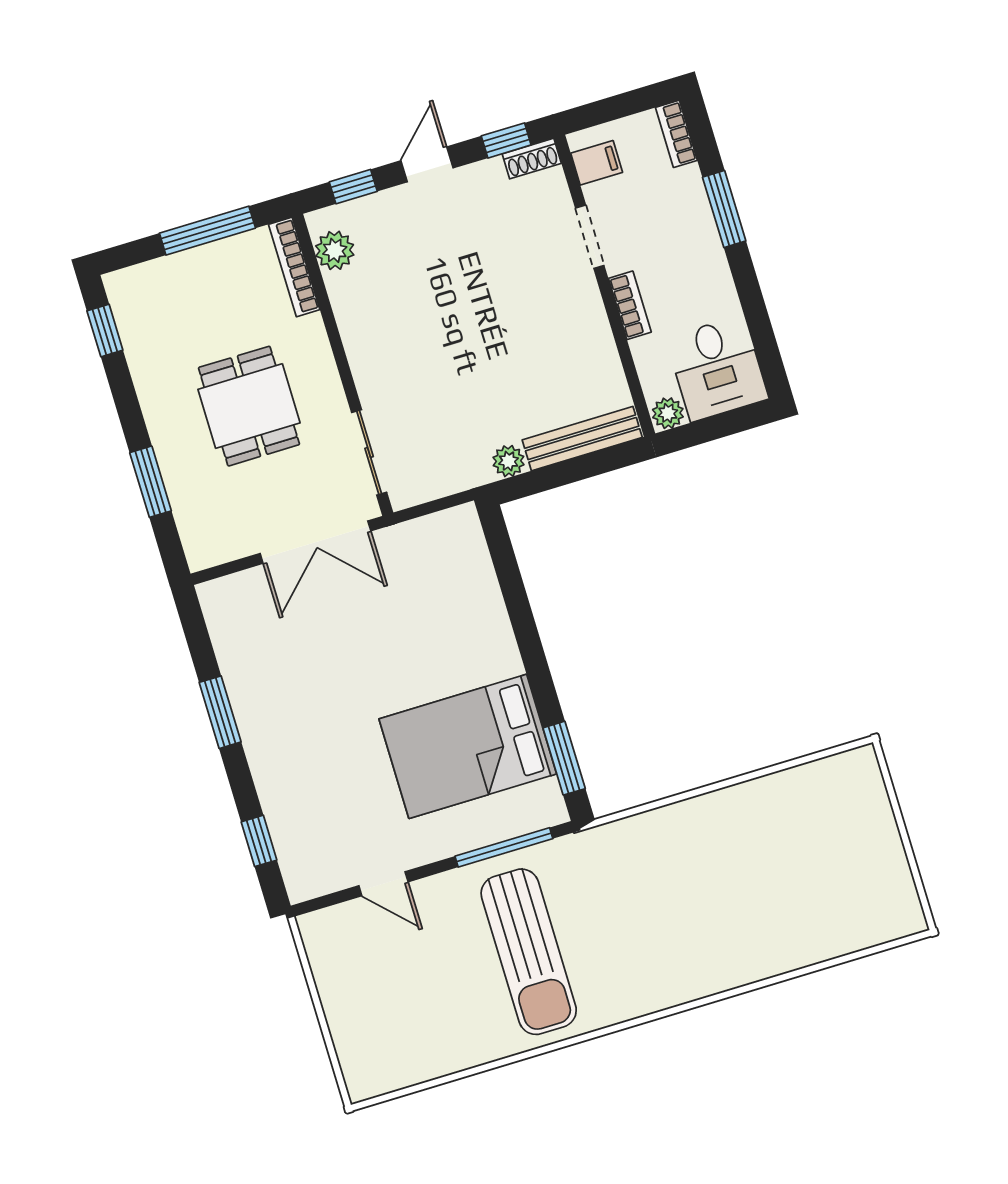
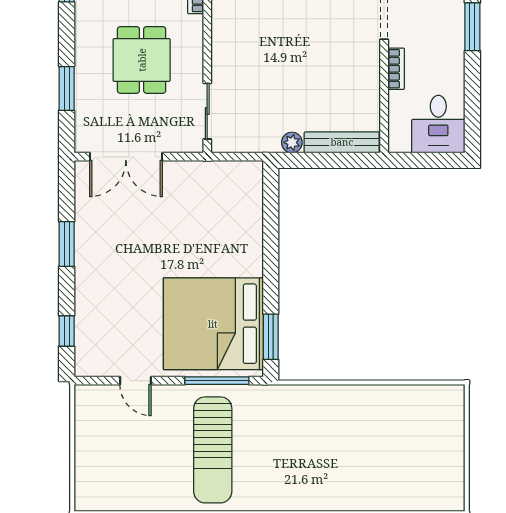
plant: (668, 413) -> (399, 143), removed
double door: (315, 542) -> (126, 157), moved
bed: (468, 746) -> (213, 324), width x1.36

